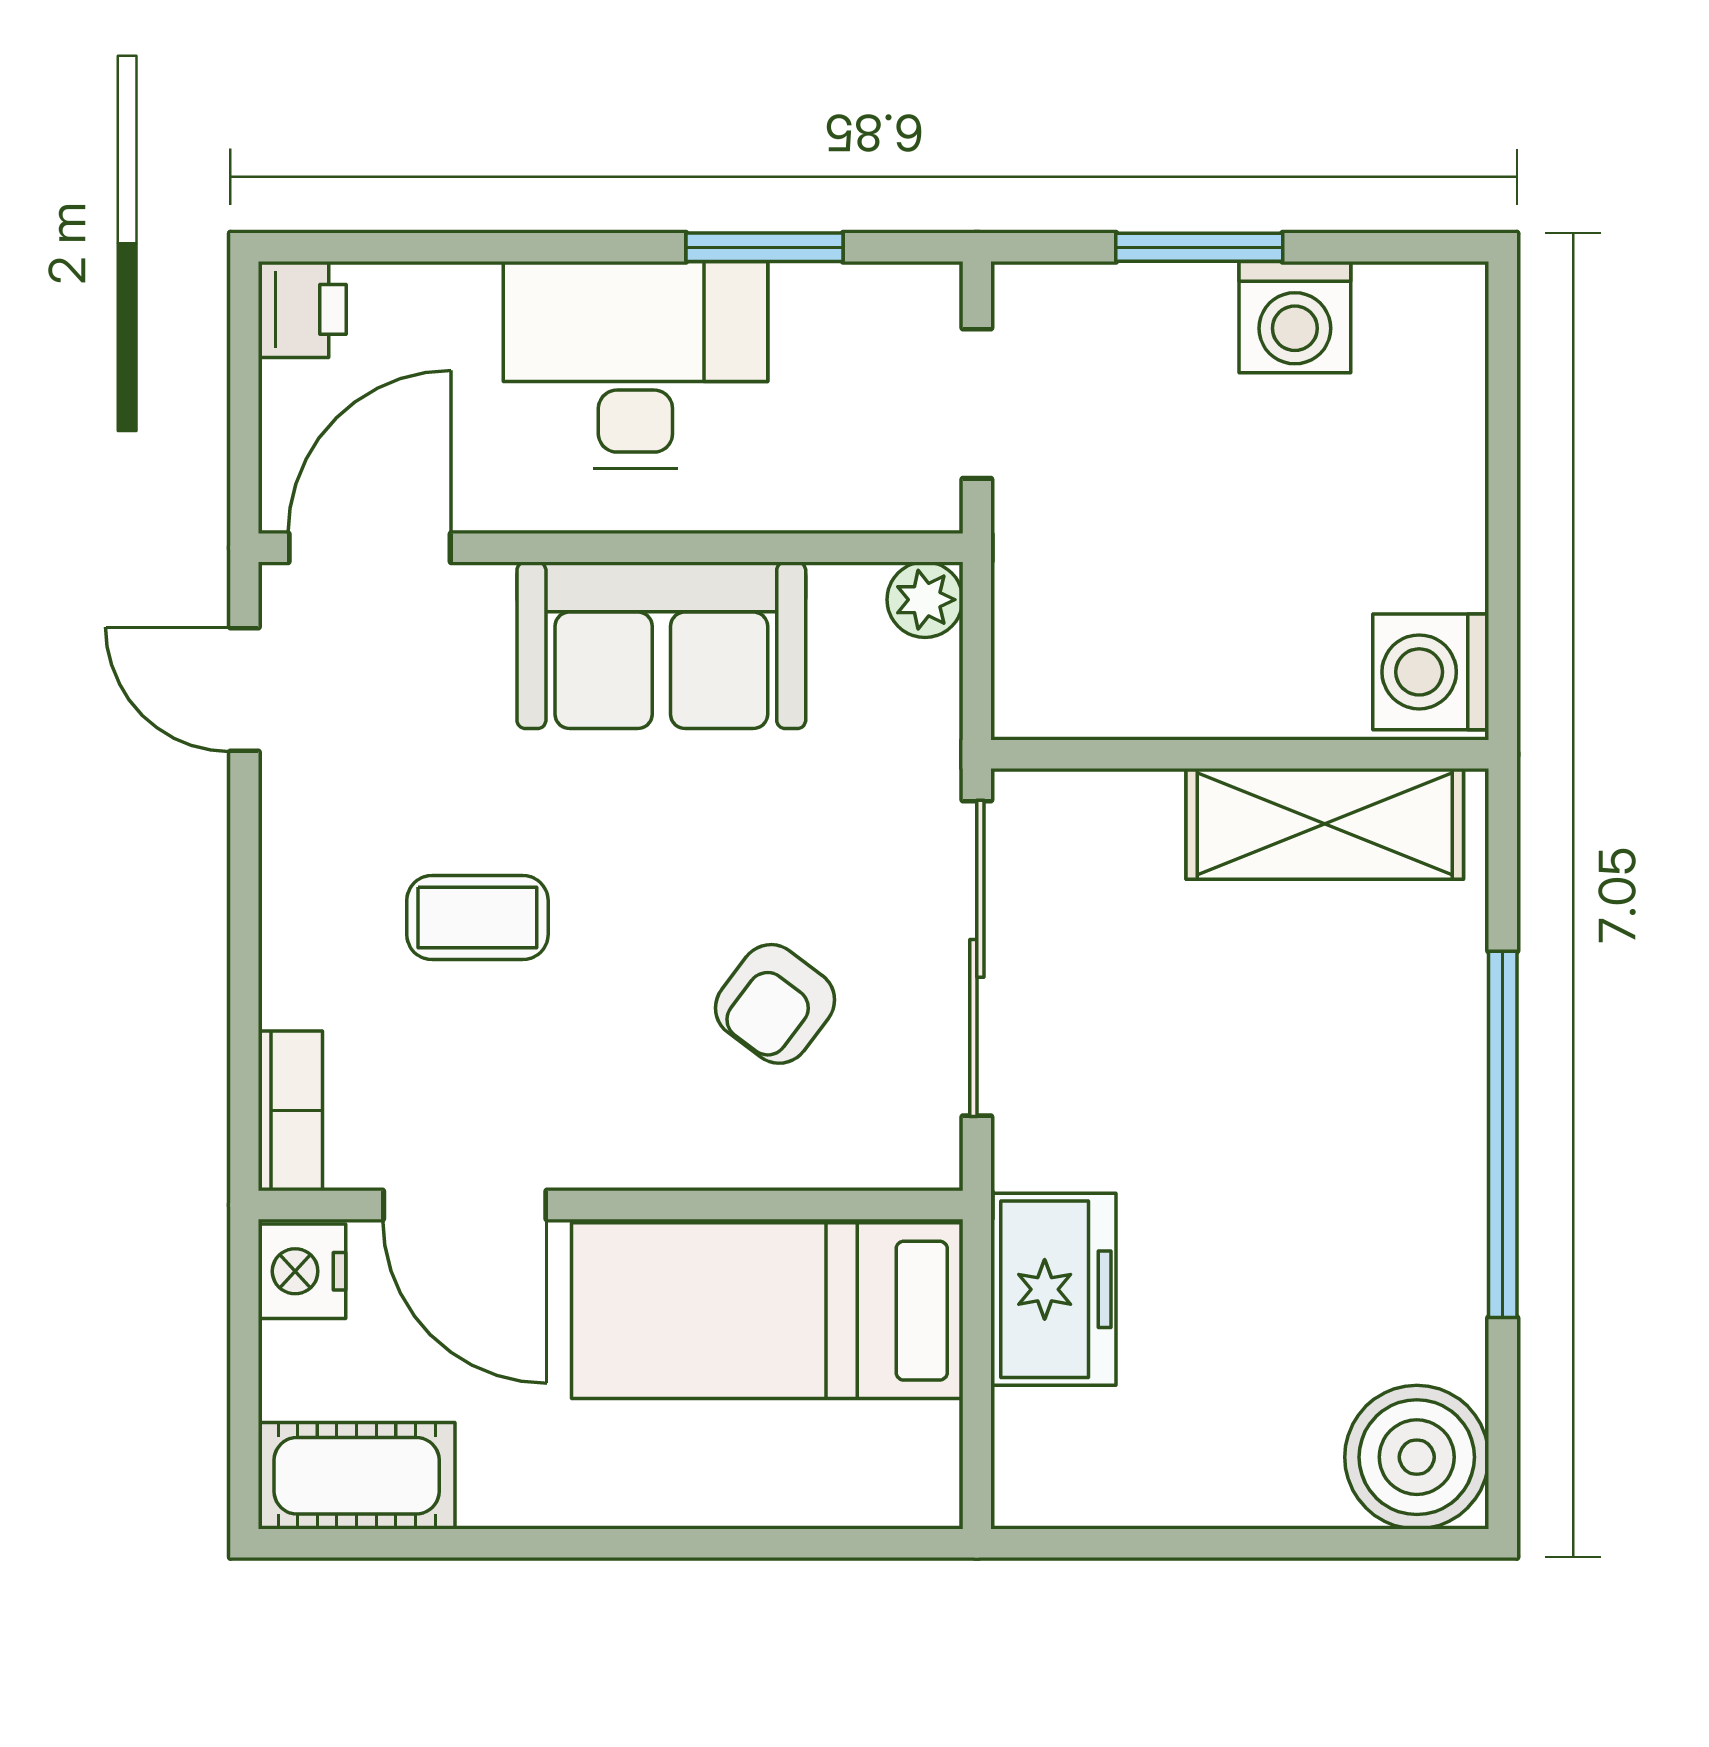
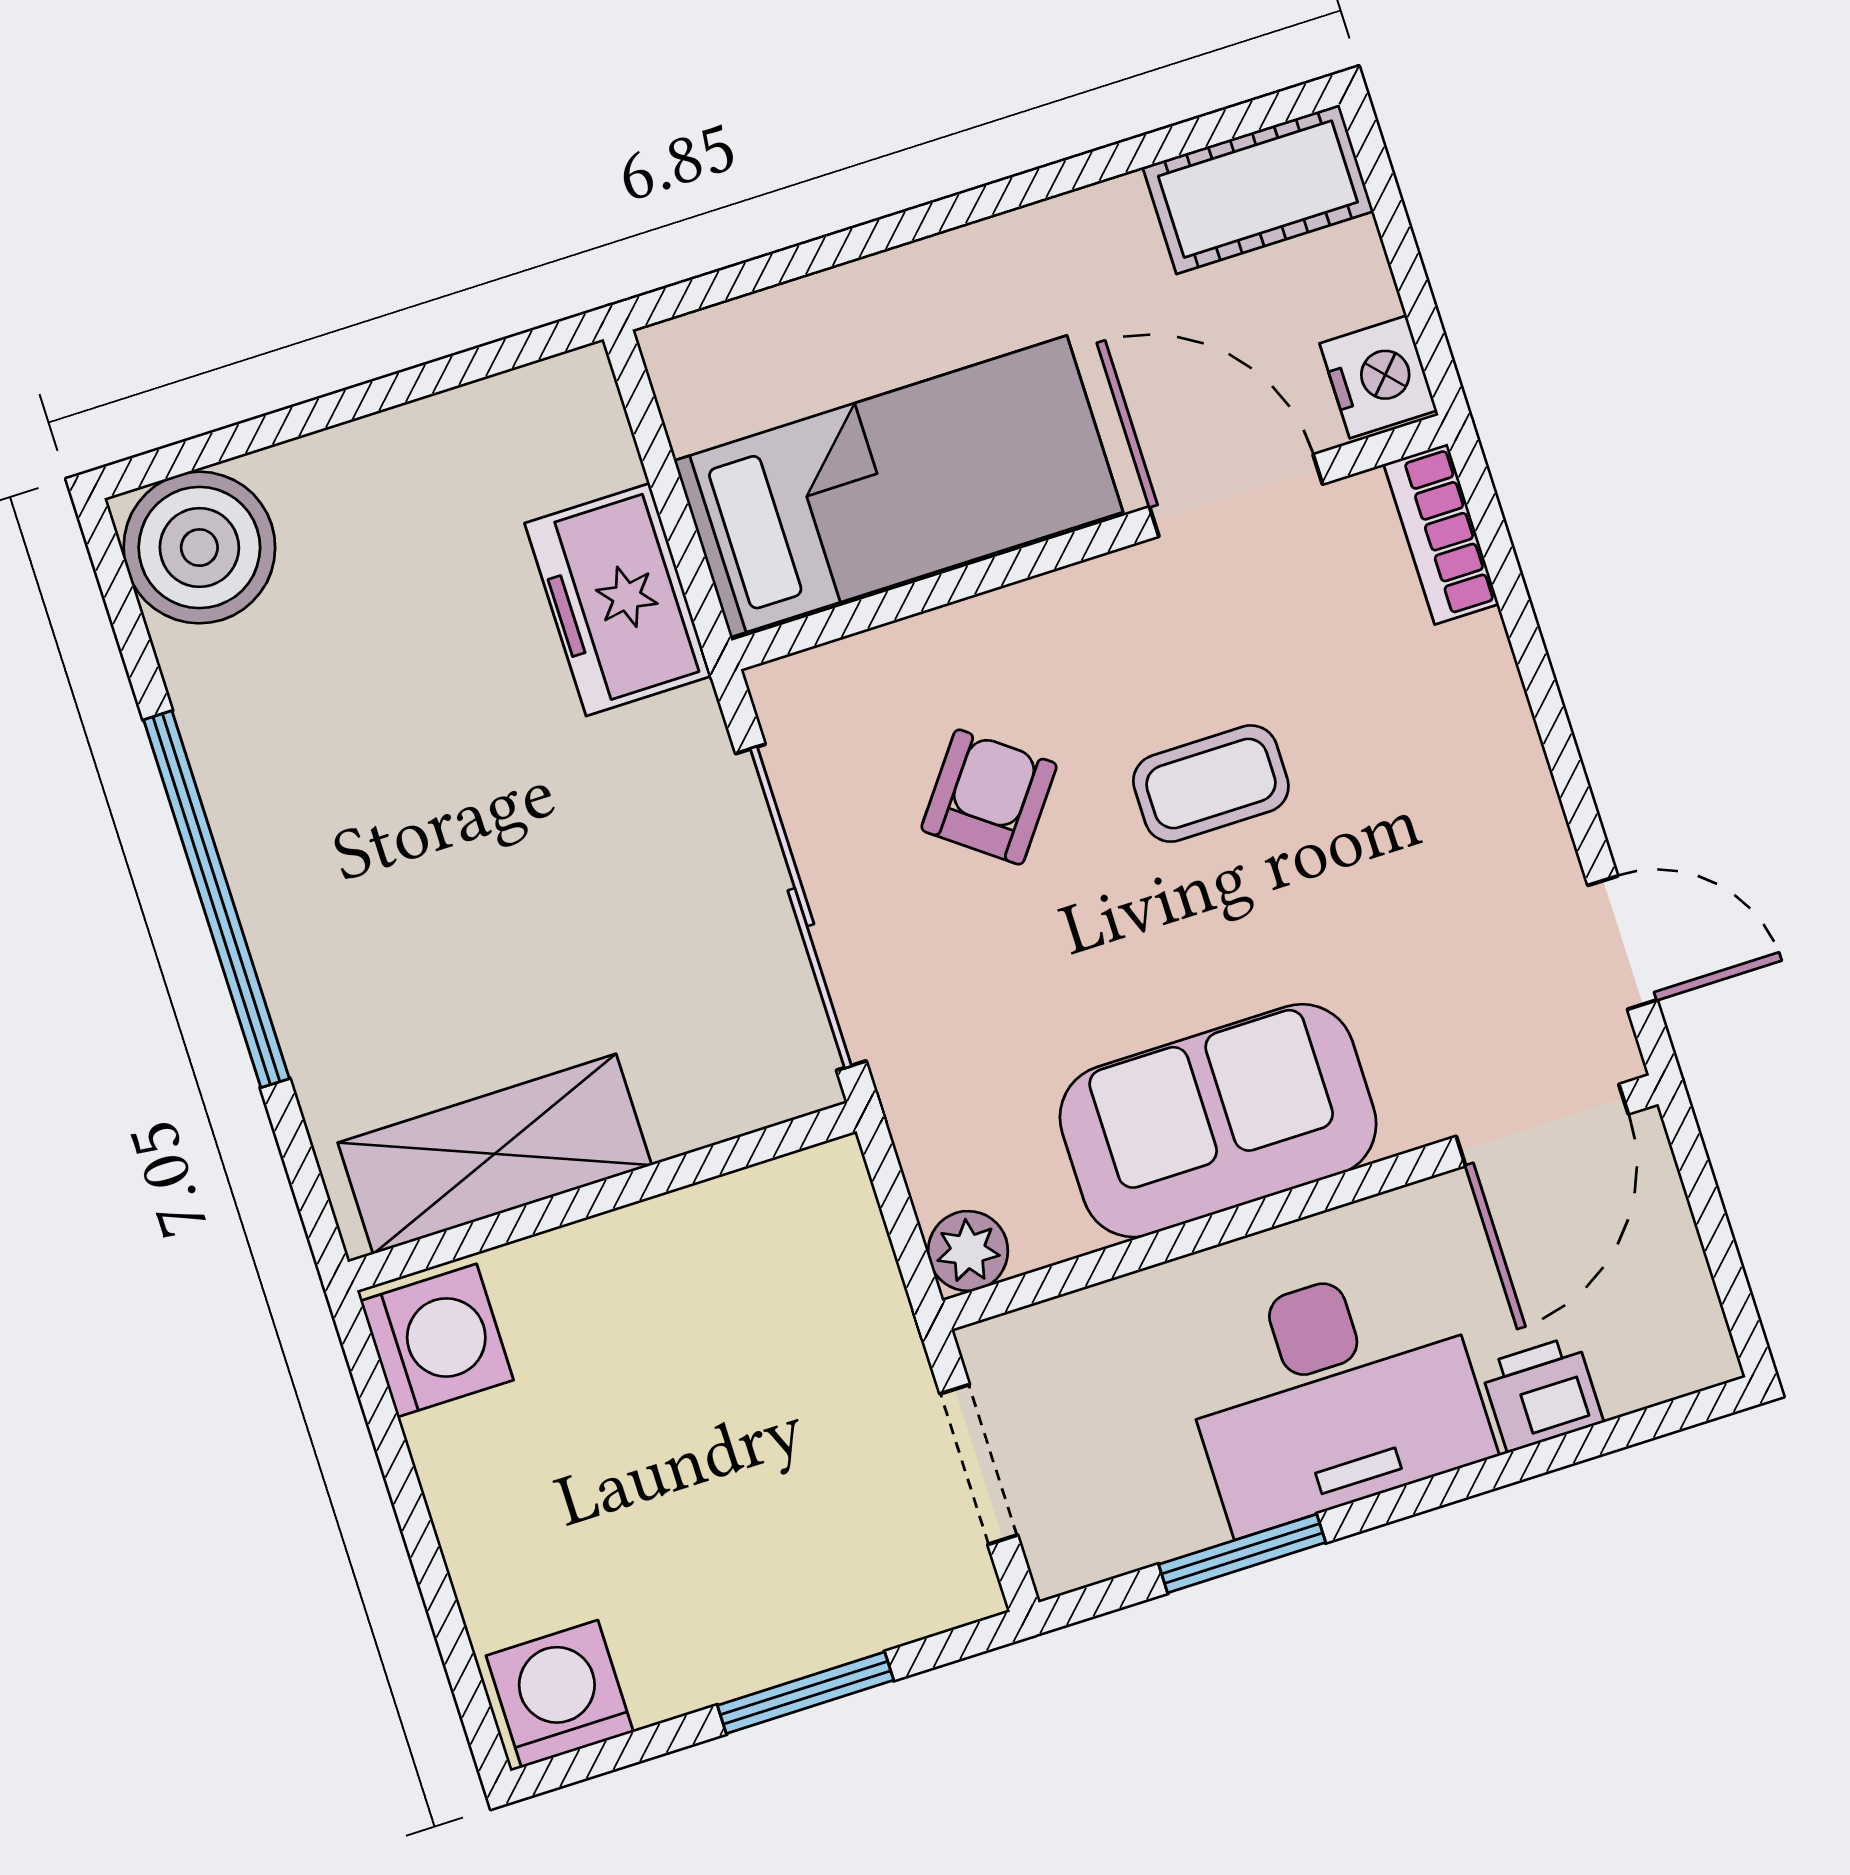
printer: (302, 309) -> (1542, 1394), moved, turned 90
washing machine: (1295, 317) -> (560, 1694), moved
coffee table: (477, 918) -> (1211, 784), moved

